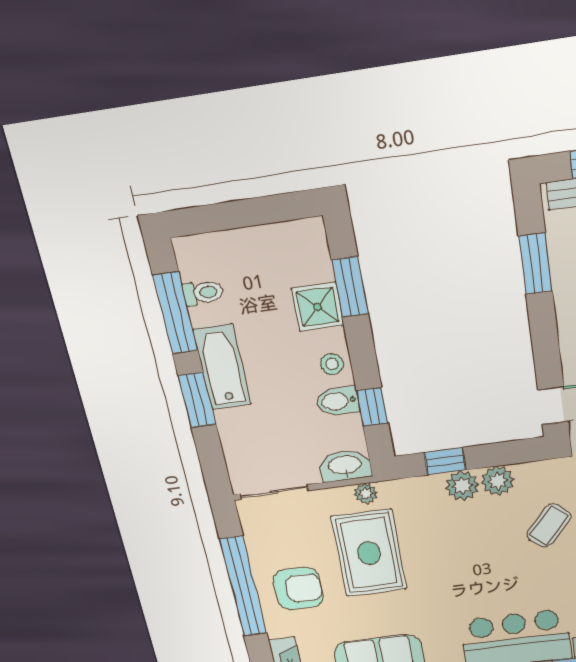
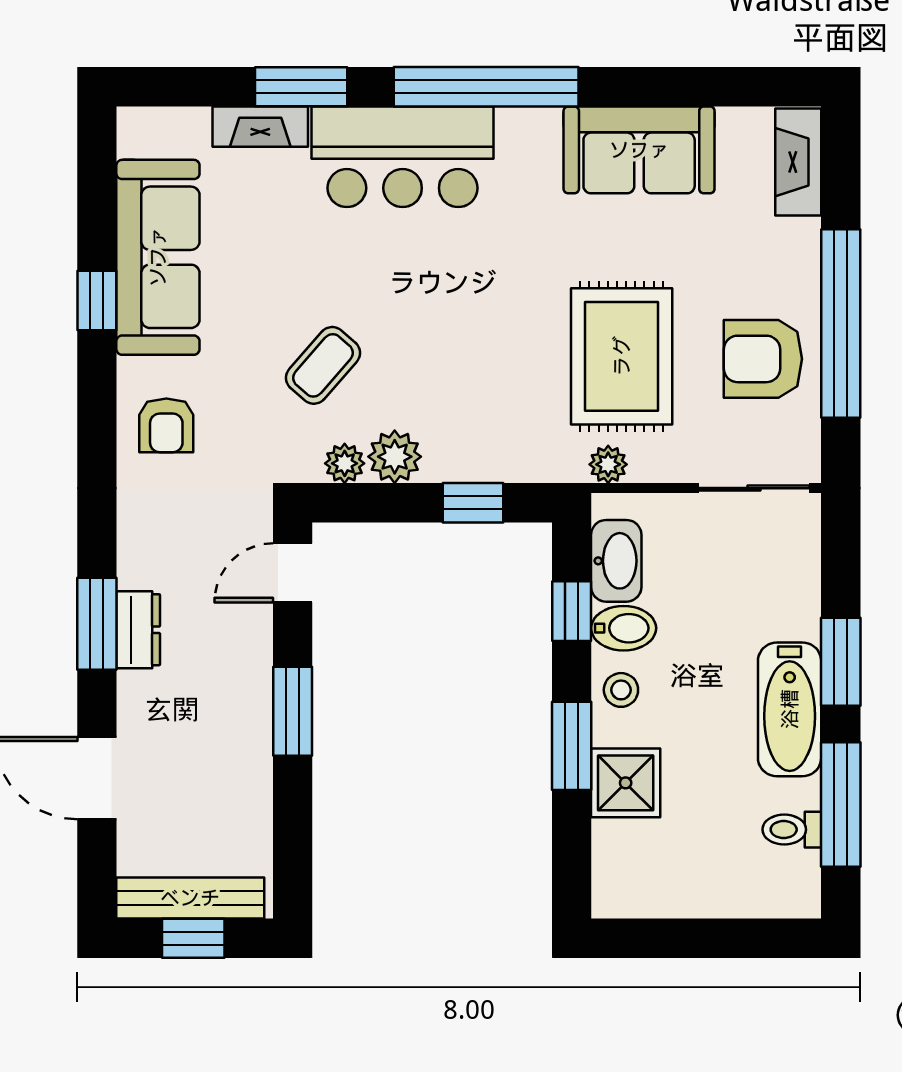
window: (535, 264) -> (293, 711), moved
window: (350, 287) -> (572, 746), moved
washbasin: (345, 466) -> (616, 561), moved, turned -90
plant: (462, 486) -> (345, 463), moved, width x0.73, depth x0.73
armchair: (298, 589) -> (763, 359), moved

